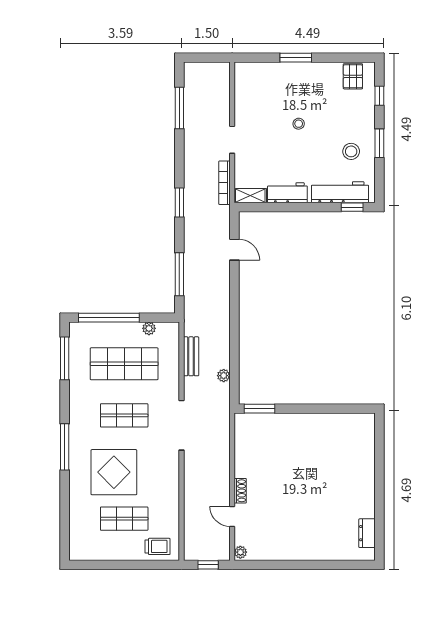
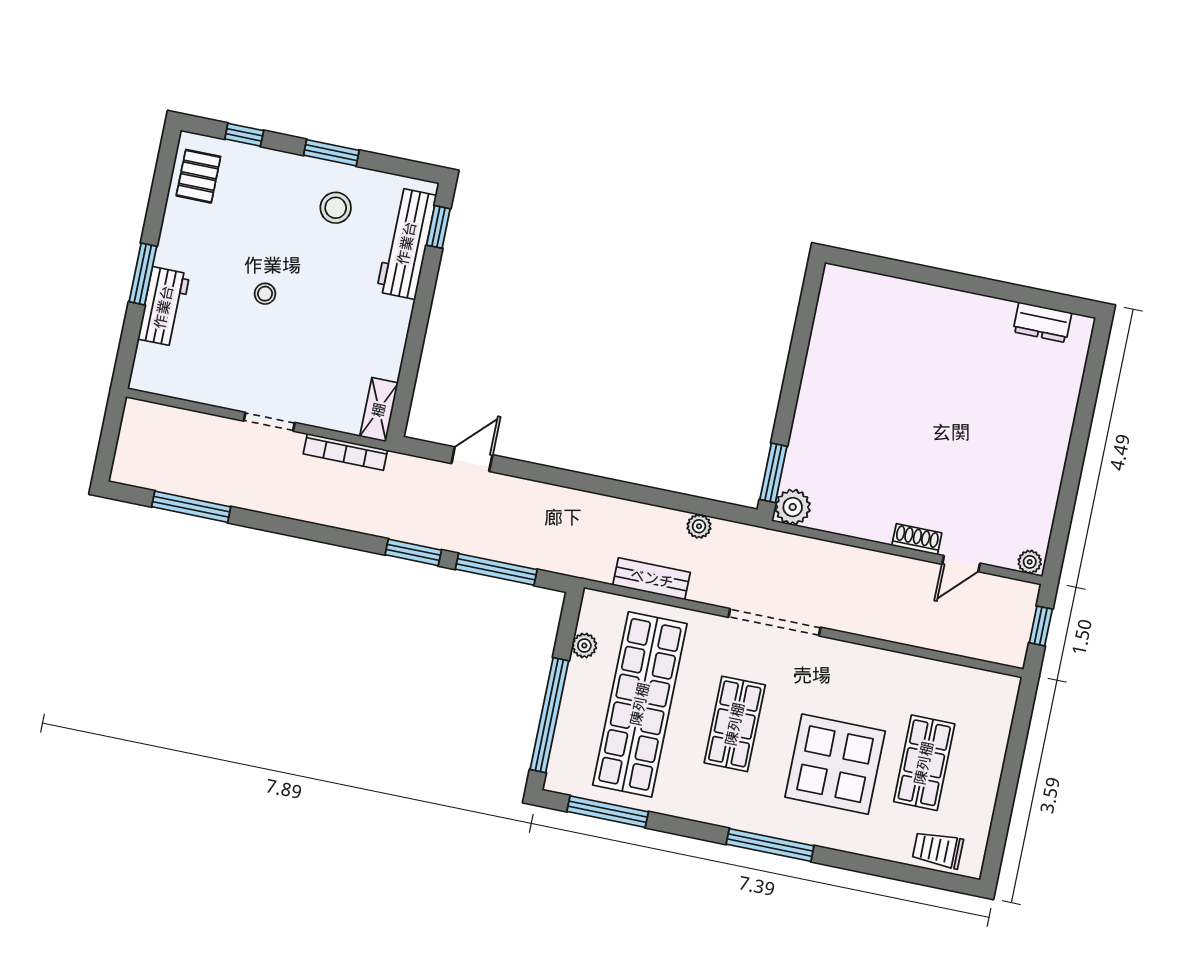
pallet: (353, 76) -> (198, 176), turned 90
workbench: (287, 193) -> (164, 307), moved, turned 180
window: (179, 203) -> (413, 552), moved
shop shelf: (124, 364) -> (640, 704), width x1.40
plant: (244, 422) -> (793, 507), added
trolley: (158, 546) -> (938, 850), moved, turned -90

